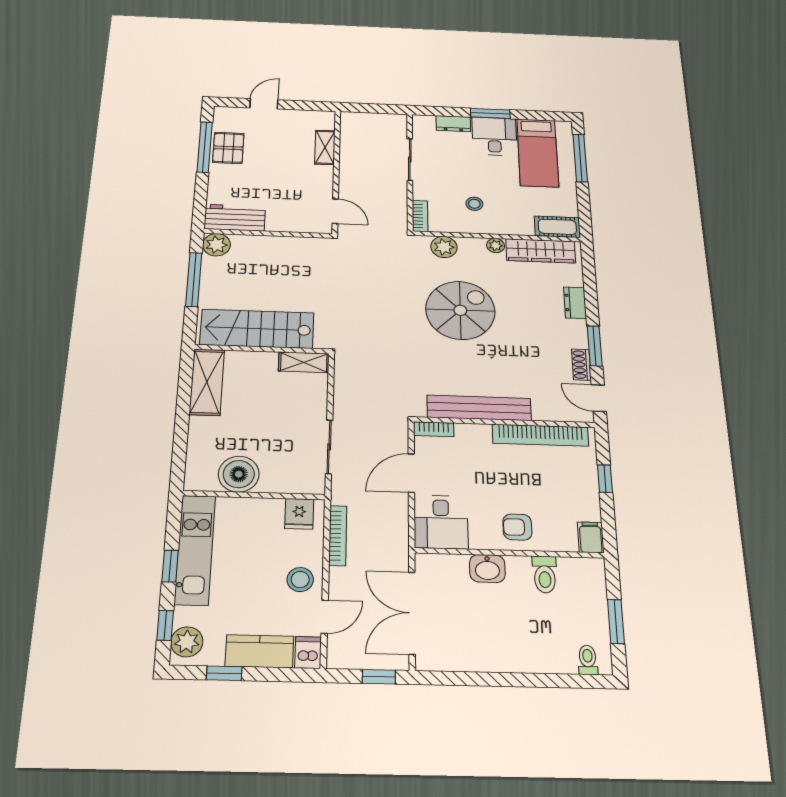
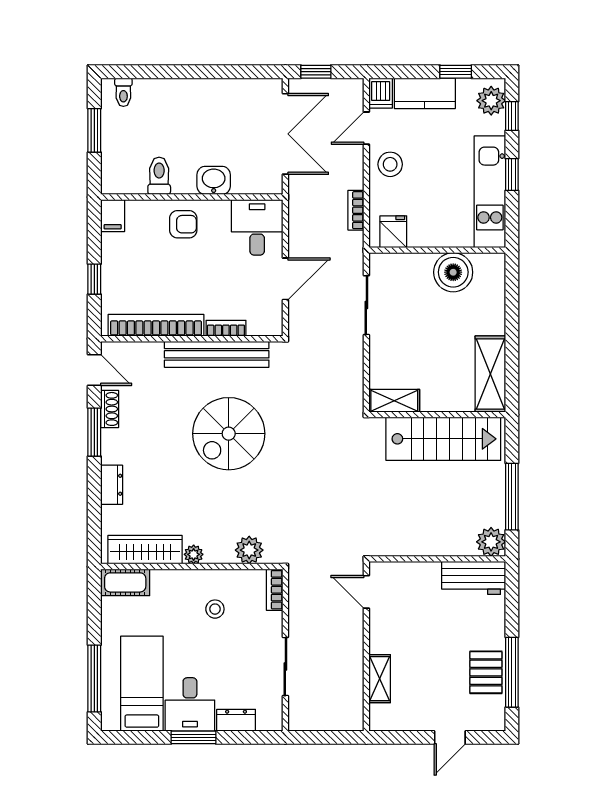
spiral stairs: (460, 310) -> (229, 434), moved
bookcase: (434, 429) -> (226, 328), moved
bookcase: (338, 536) -> (356, 210), width x0.64

